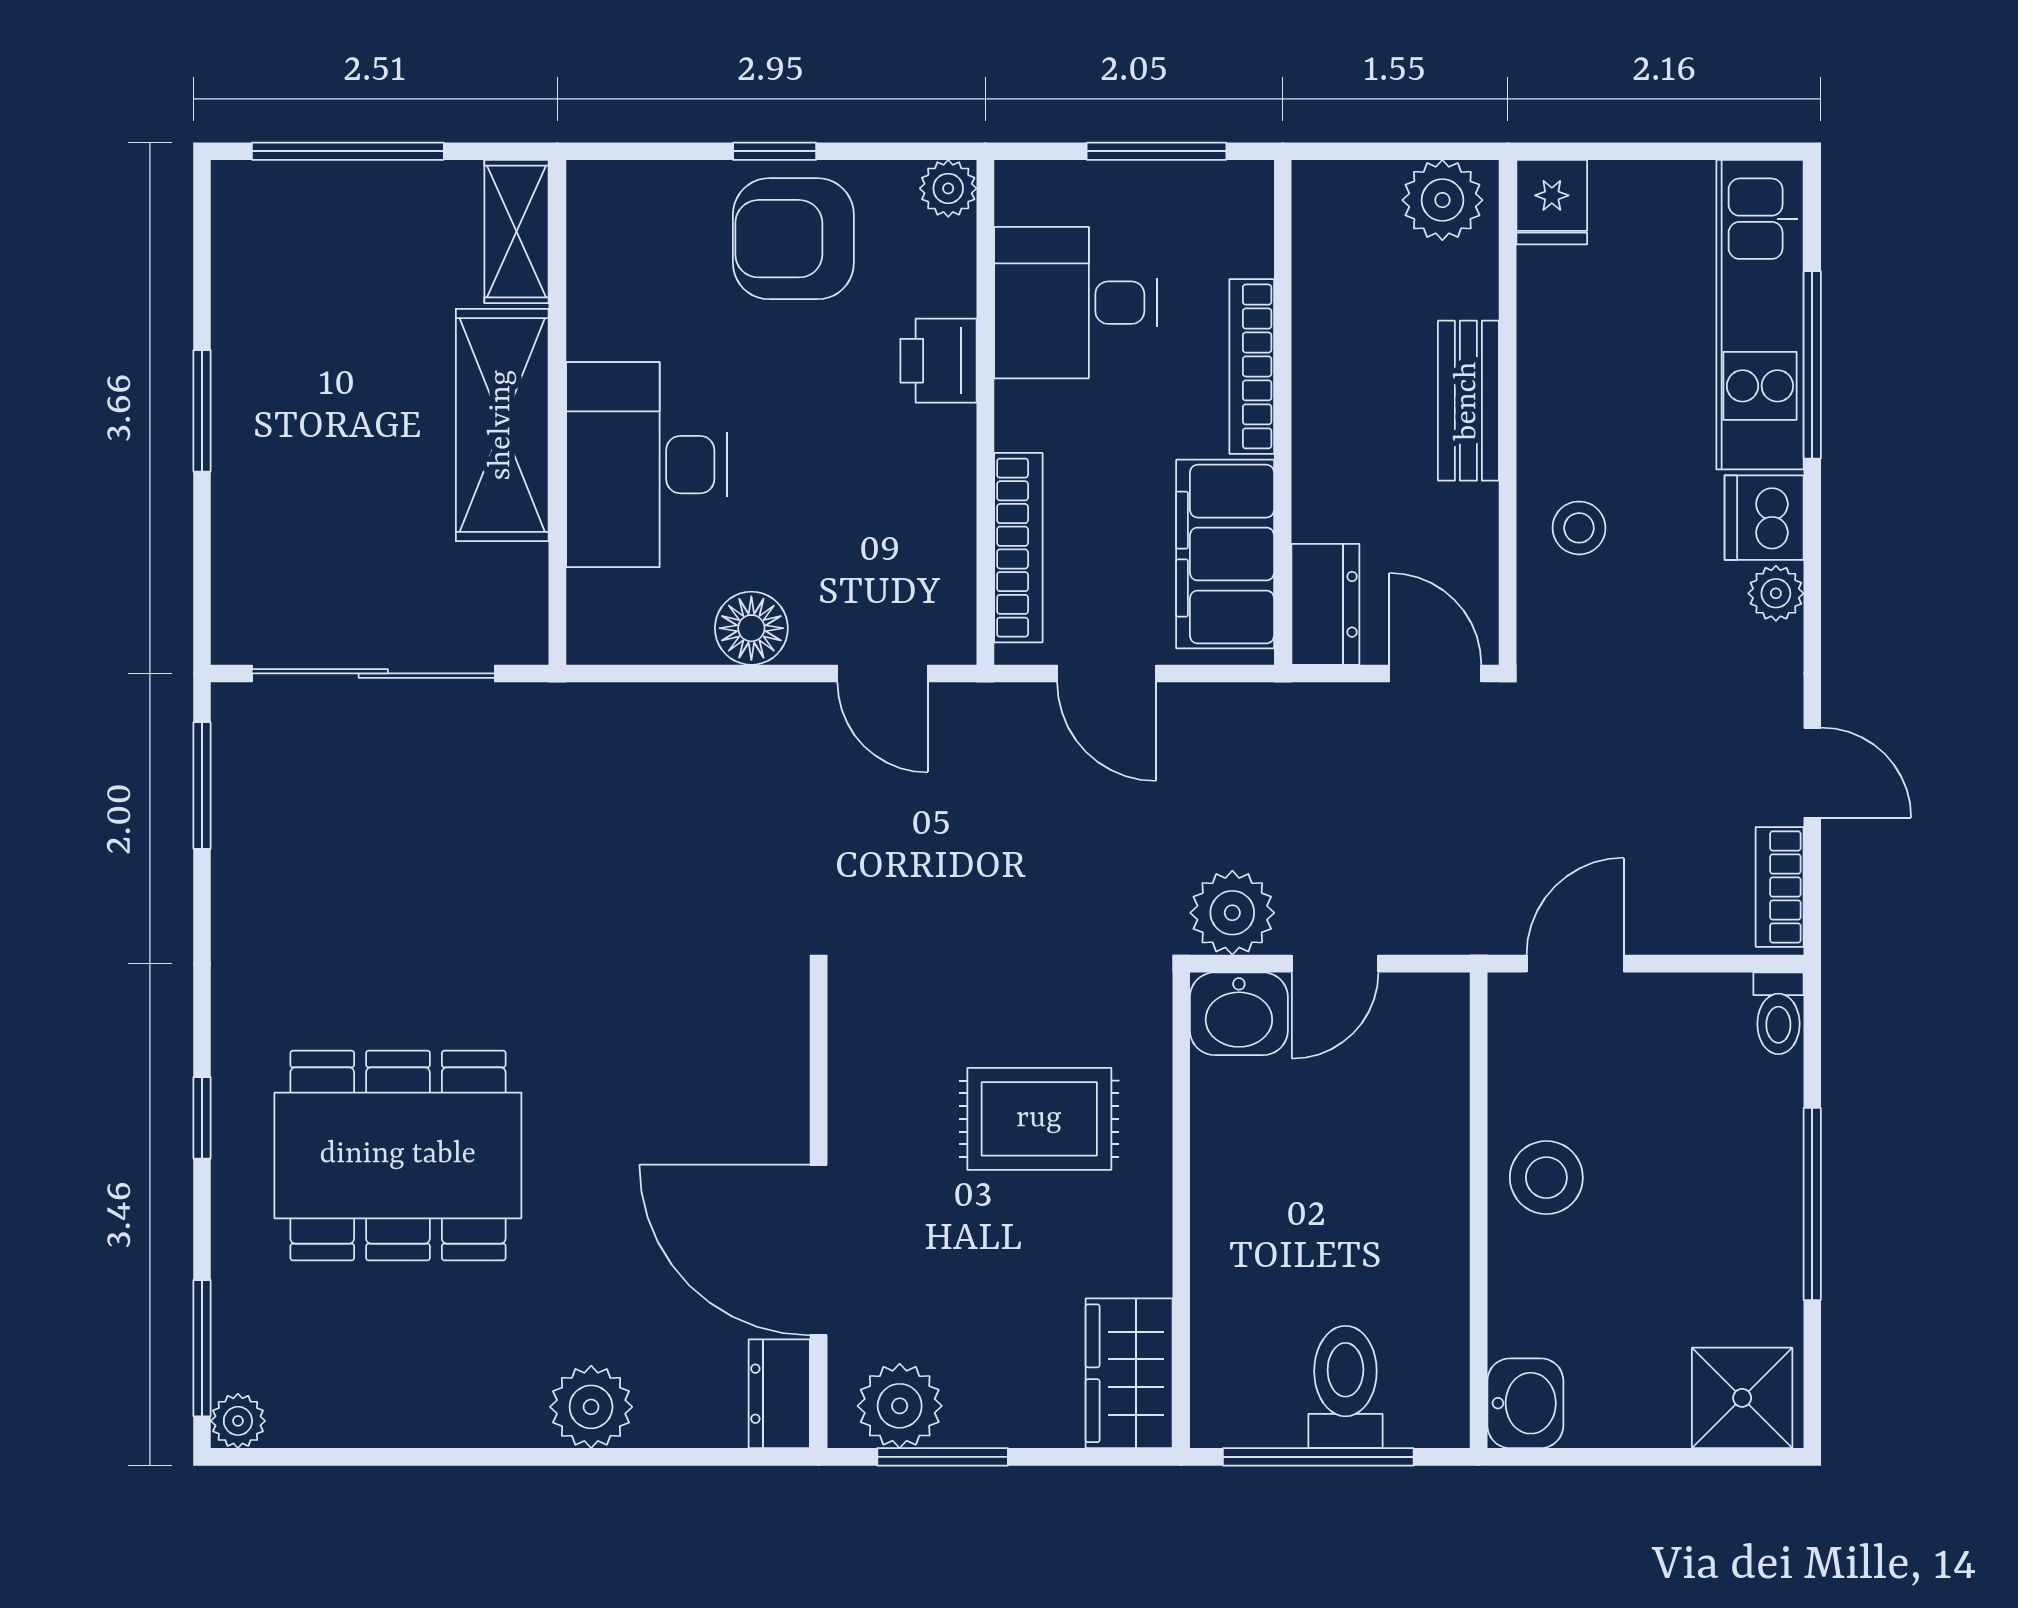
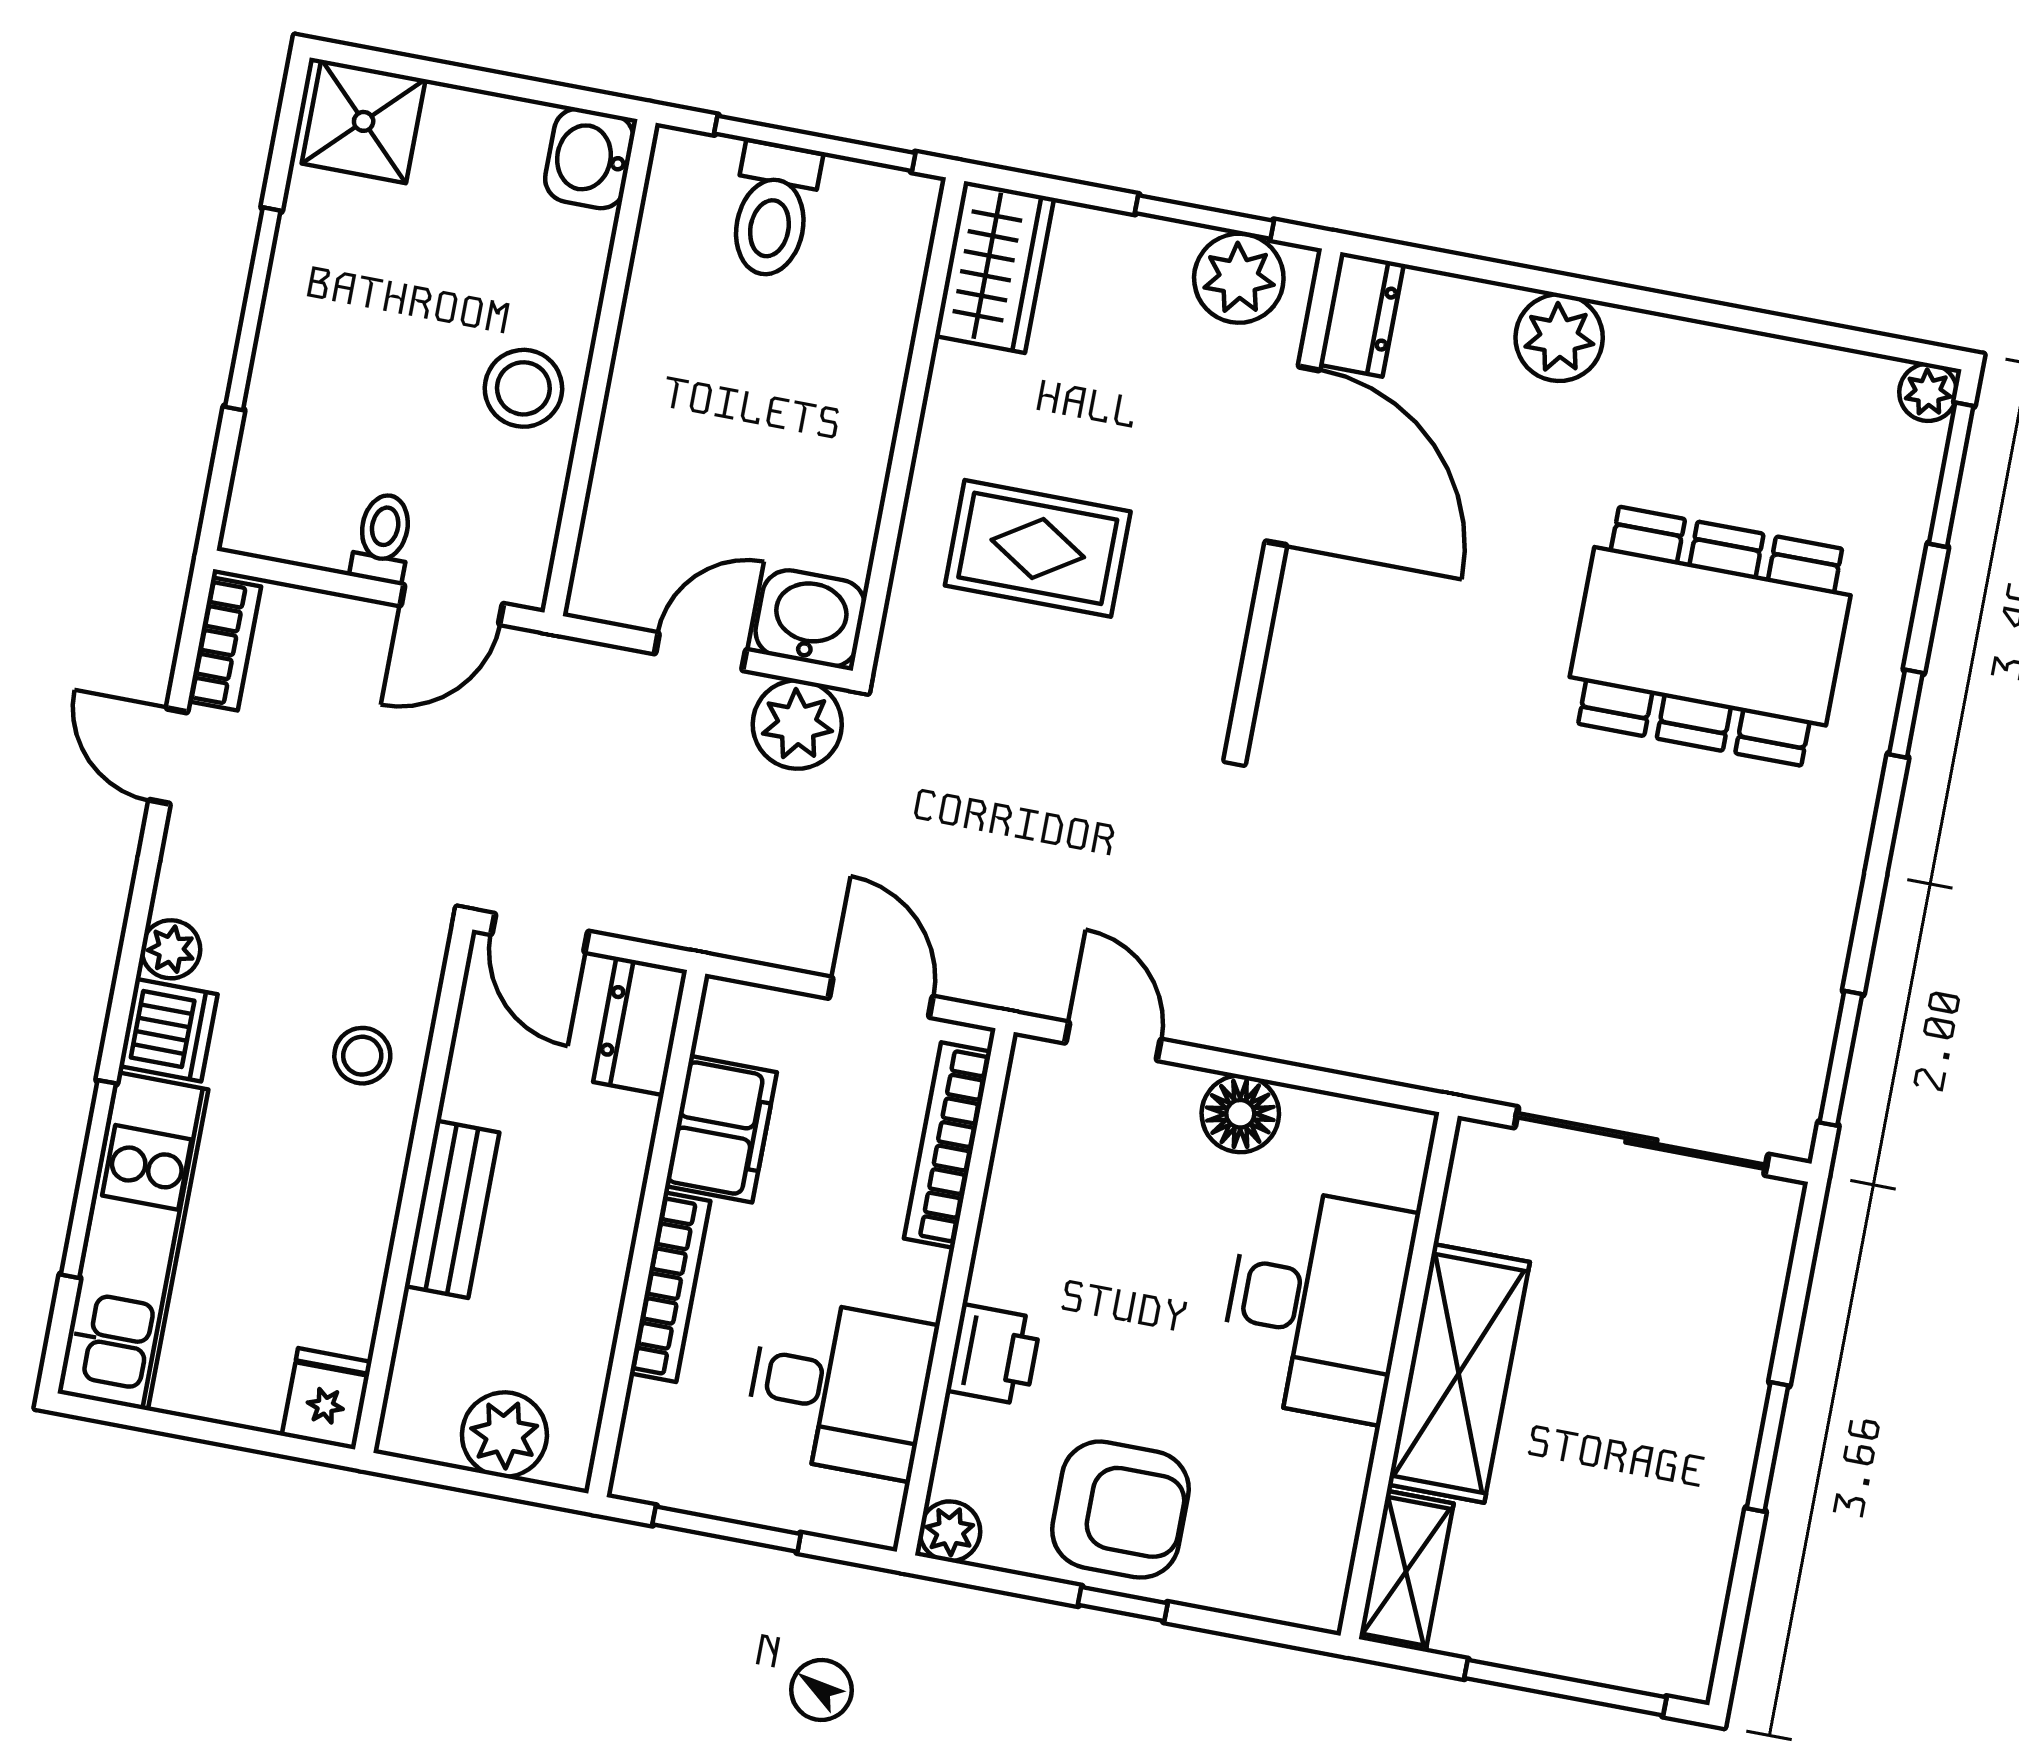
plant: (1442, 200) -> (504, 1435), moved
filing cabinet: (1225, 554) -> (721, 1129), width x0.67, depth x0.86
toilet: (1778, 1013) -> (383, 538), moved

